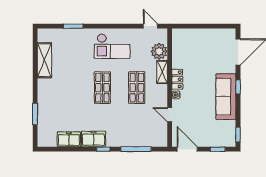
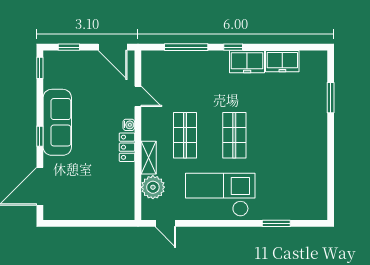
checkout: (112, 46) -> (220, 195), width x1.36, depth x1.21
shelving: (44, 60) -> (317, 175), removed

